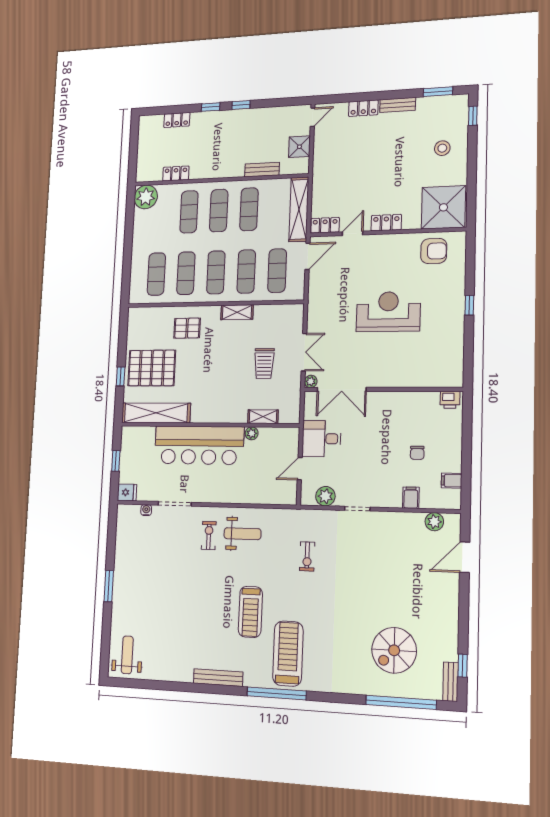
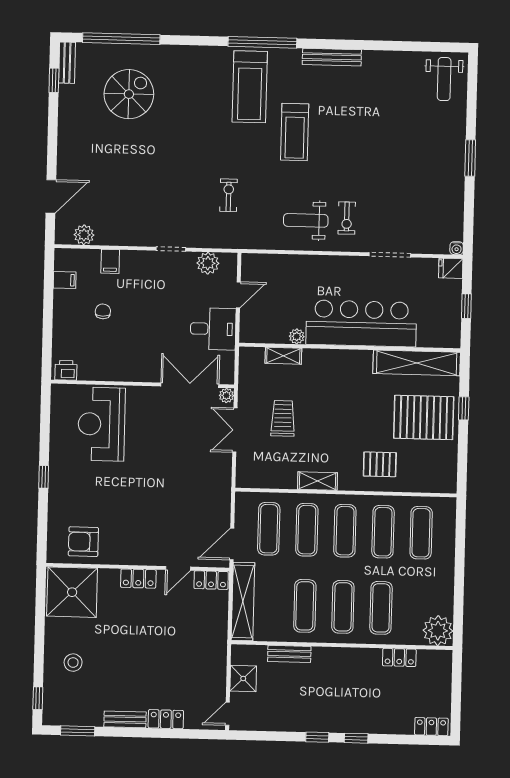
locker: (177, 120) -> (431, 727), moved
reception desk: (388, 312) -> (101, 424), moved, turned 90
water cooler: (146, 510) -> (457, 248), moved
treadmill: (250, 612) -> (295, 132), turned 180

